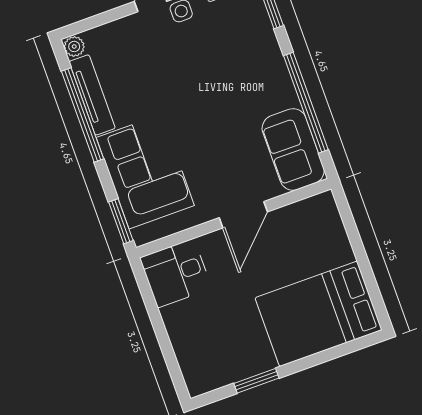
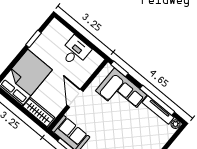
wardrobe: (331, 229) -> (39, 112), added
desk: (176, 273) -> (75, 51), moved

